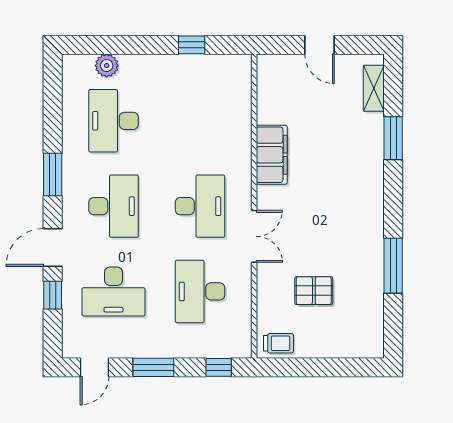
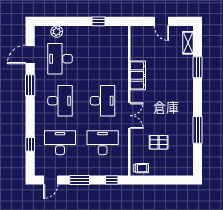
door: (53, 247) -> (30, 54), moved
desk: (114, 291) -> (60, 143), turned 180
desk: (200, 291) -> (103, 143), turned 90

